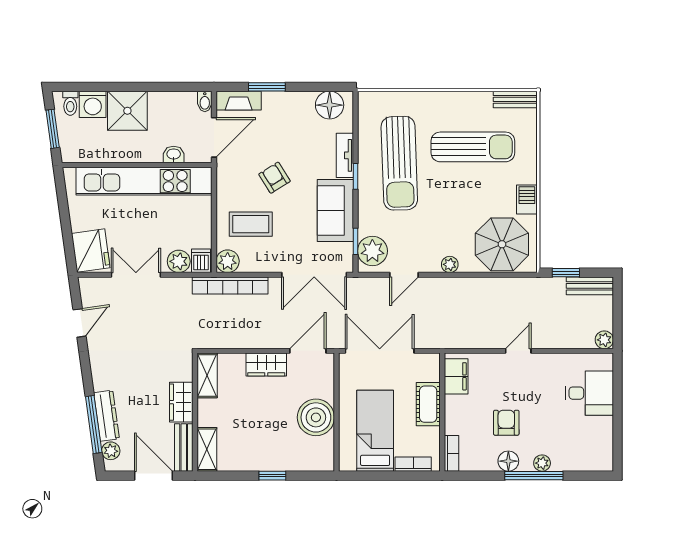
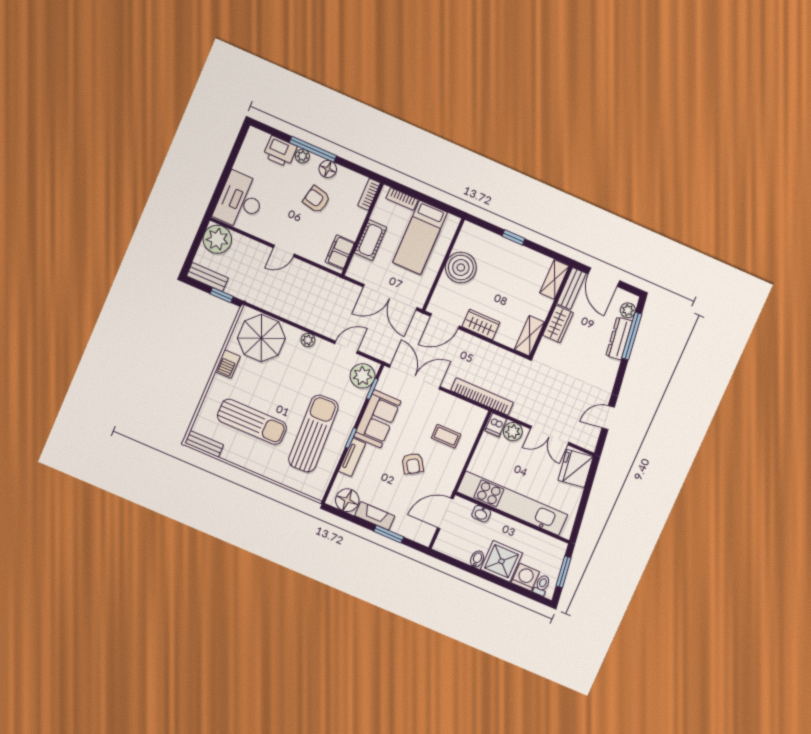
bidet: (205, 101) -> (477, 559), moved
fireplace: (239, 101) -> (375, 516), moved
sun lounger: (473, 147) -> (252, 422), turned 180
coffee table: (251, 224) -> (446, 436), width x0.73, depth x0.77
plant: (228, 261) -> (476, 416), removed
plant: (604, 340) -> (217, 239), width x1.87, depth x1.87
desk: (589, 393) -> (240, 201), width x1.37
armchair: (506, 423) -> (317, 199), turned 102
printer: (569, 458) -> (280, 151), added

